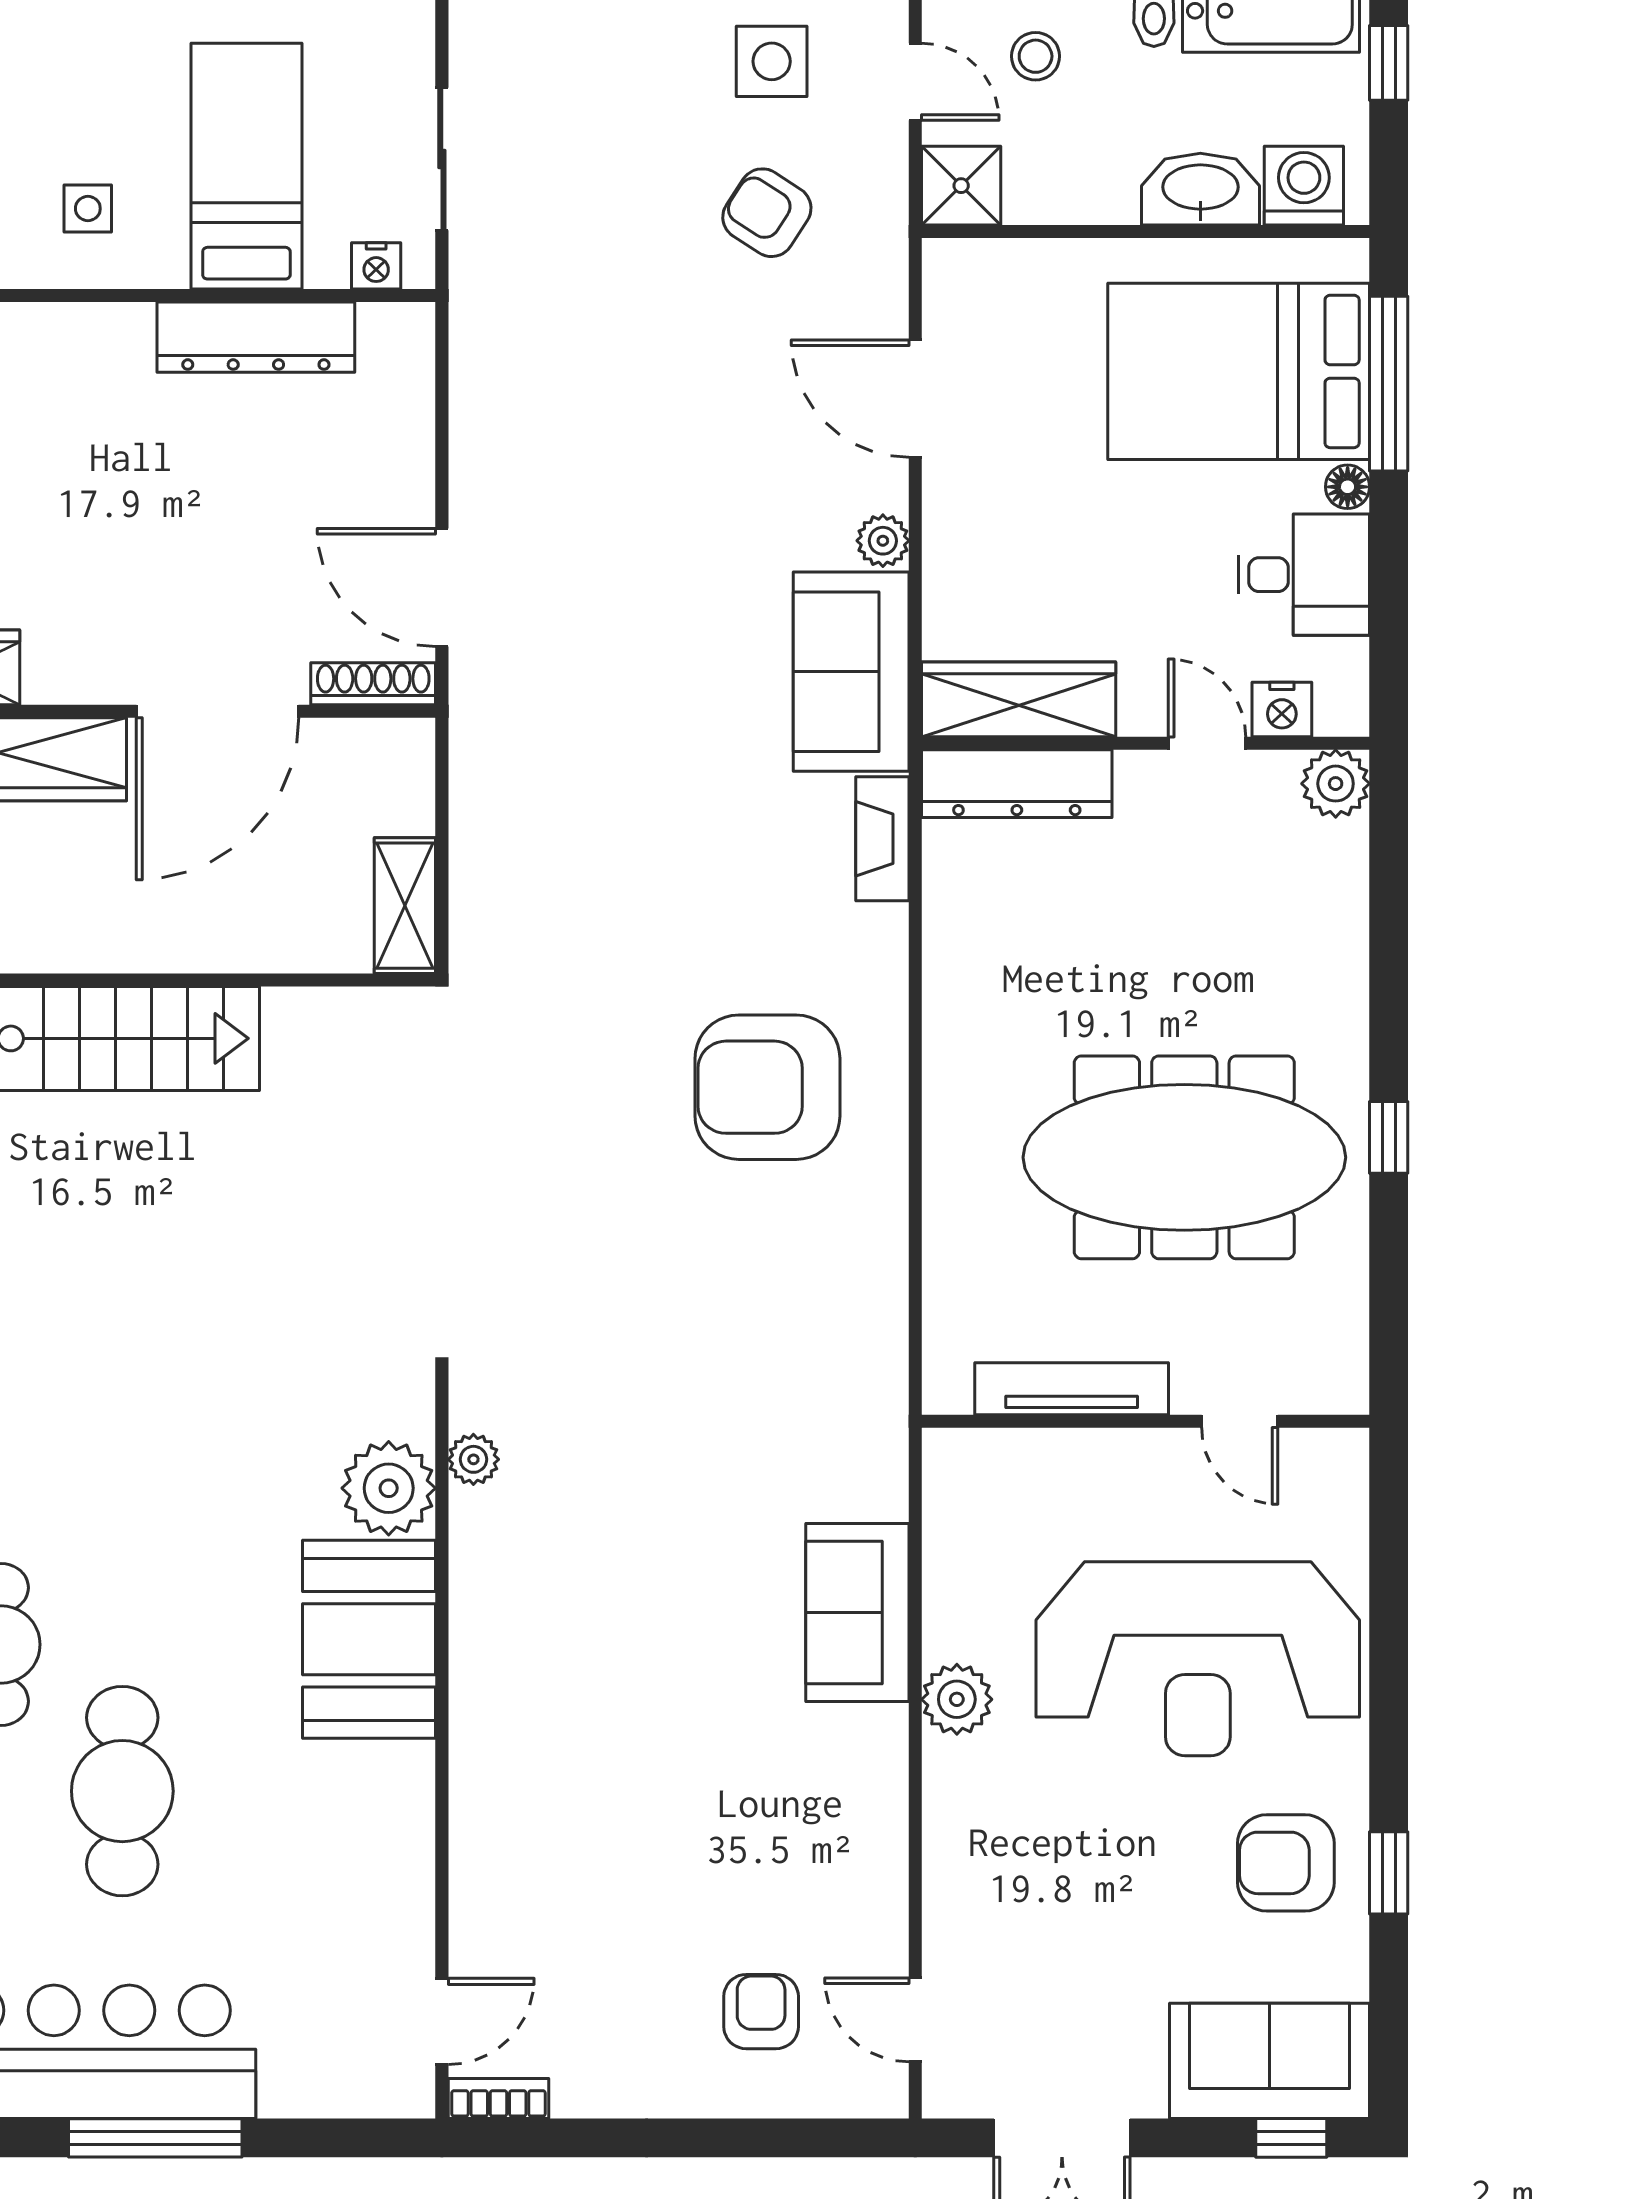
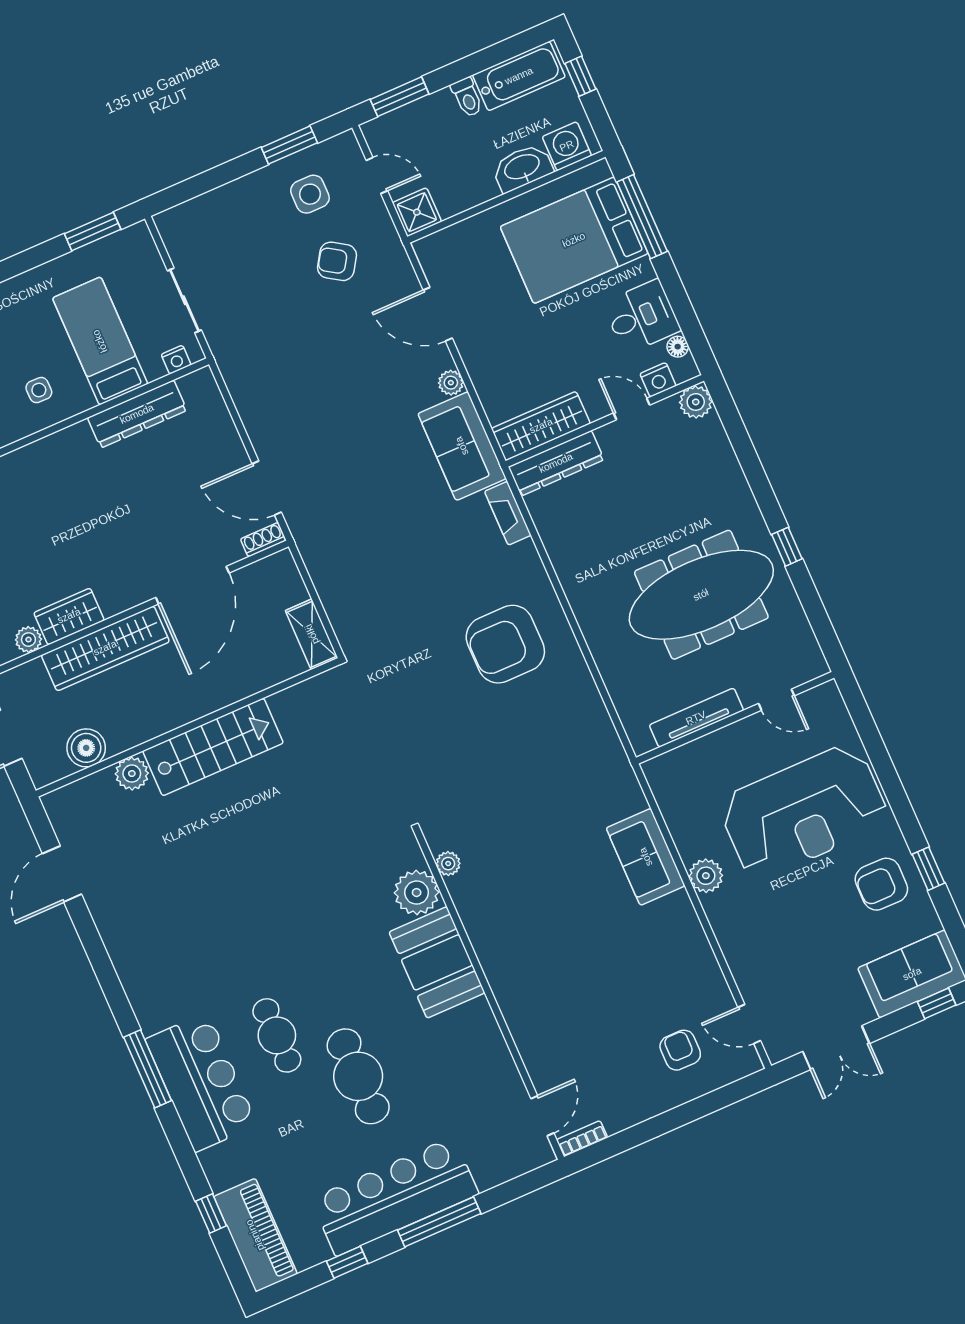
stool: (1036, 56) -> (425, 141), removed
floor lamp: (1348, 487) -> (678, 347), moved
shoe rack: (373, 684) -> (263, 540), width x0.70

